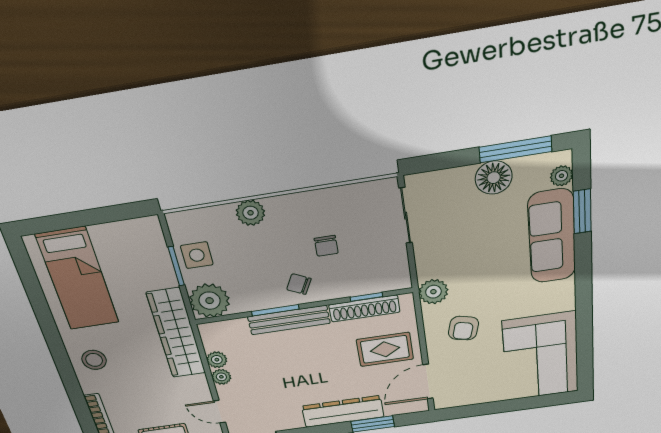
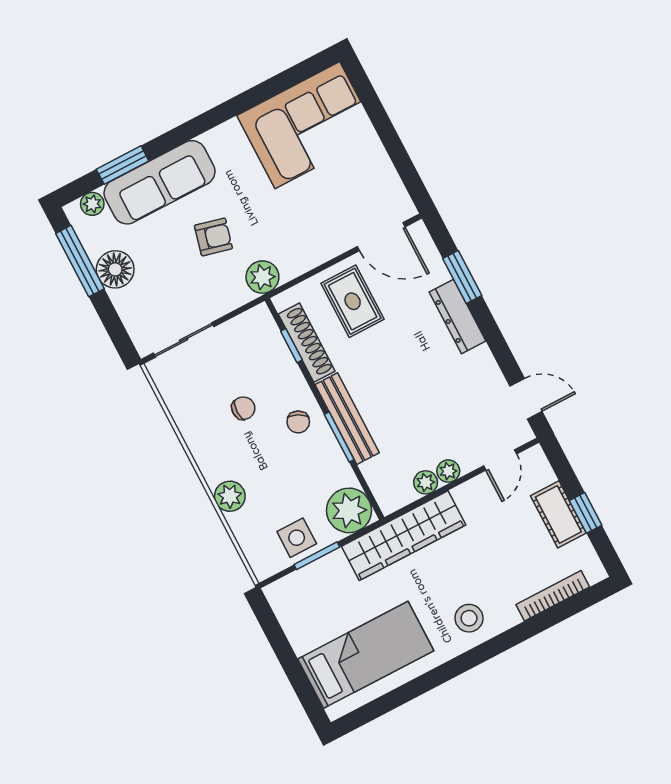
armchair: (463, 328) -> (213, 237), moved
dresser: (343, 411) -> (458, 316), width x0.73, depth x0.80

